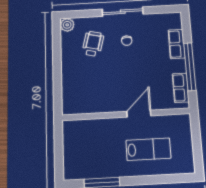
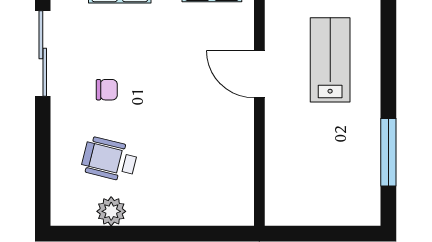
sliding door: (123, 12) -> (43, 53), moved
plant: (67, 25) -> (111, 211), moved

